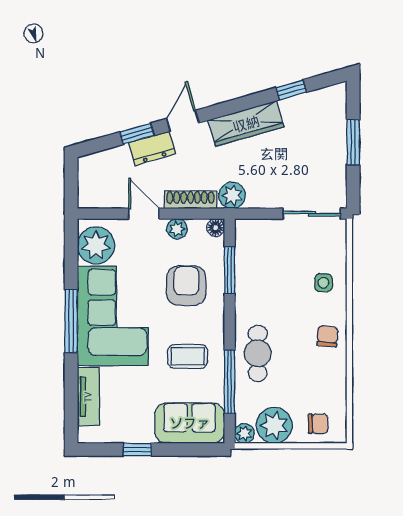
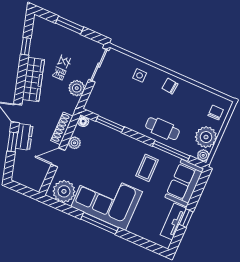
plant: (232, 195) -> (77, 88), moved
armchair: (186, 286) -> (108, 151), removed
tv unit: (88, 397) -> (173, 221), moved, turned -90

